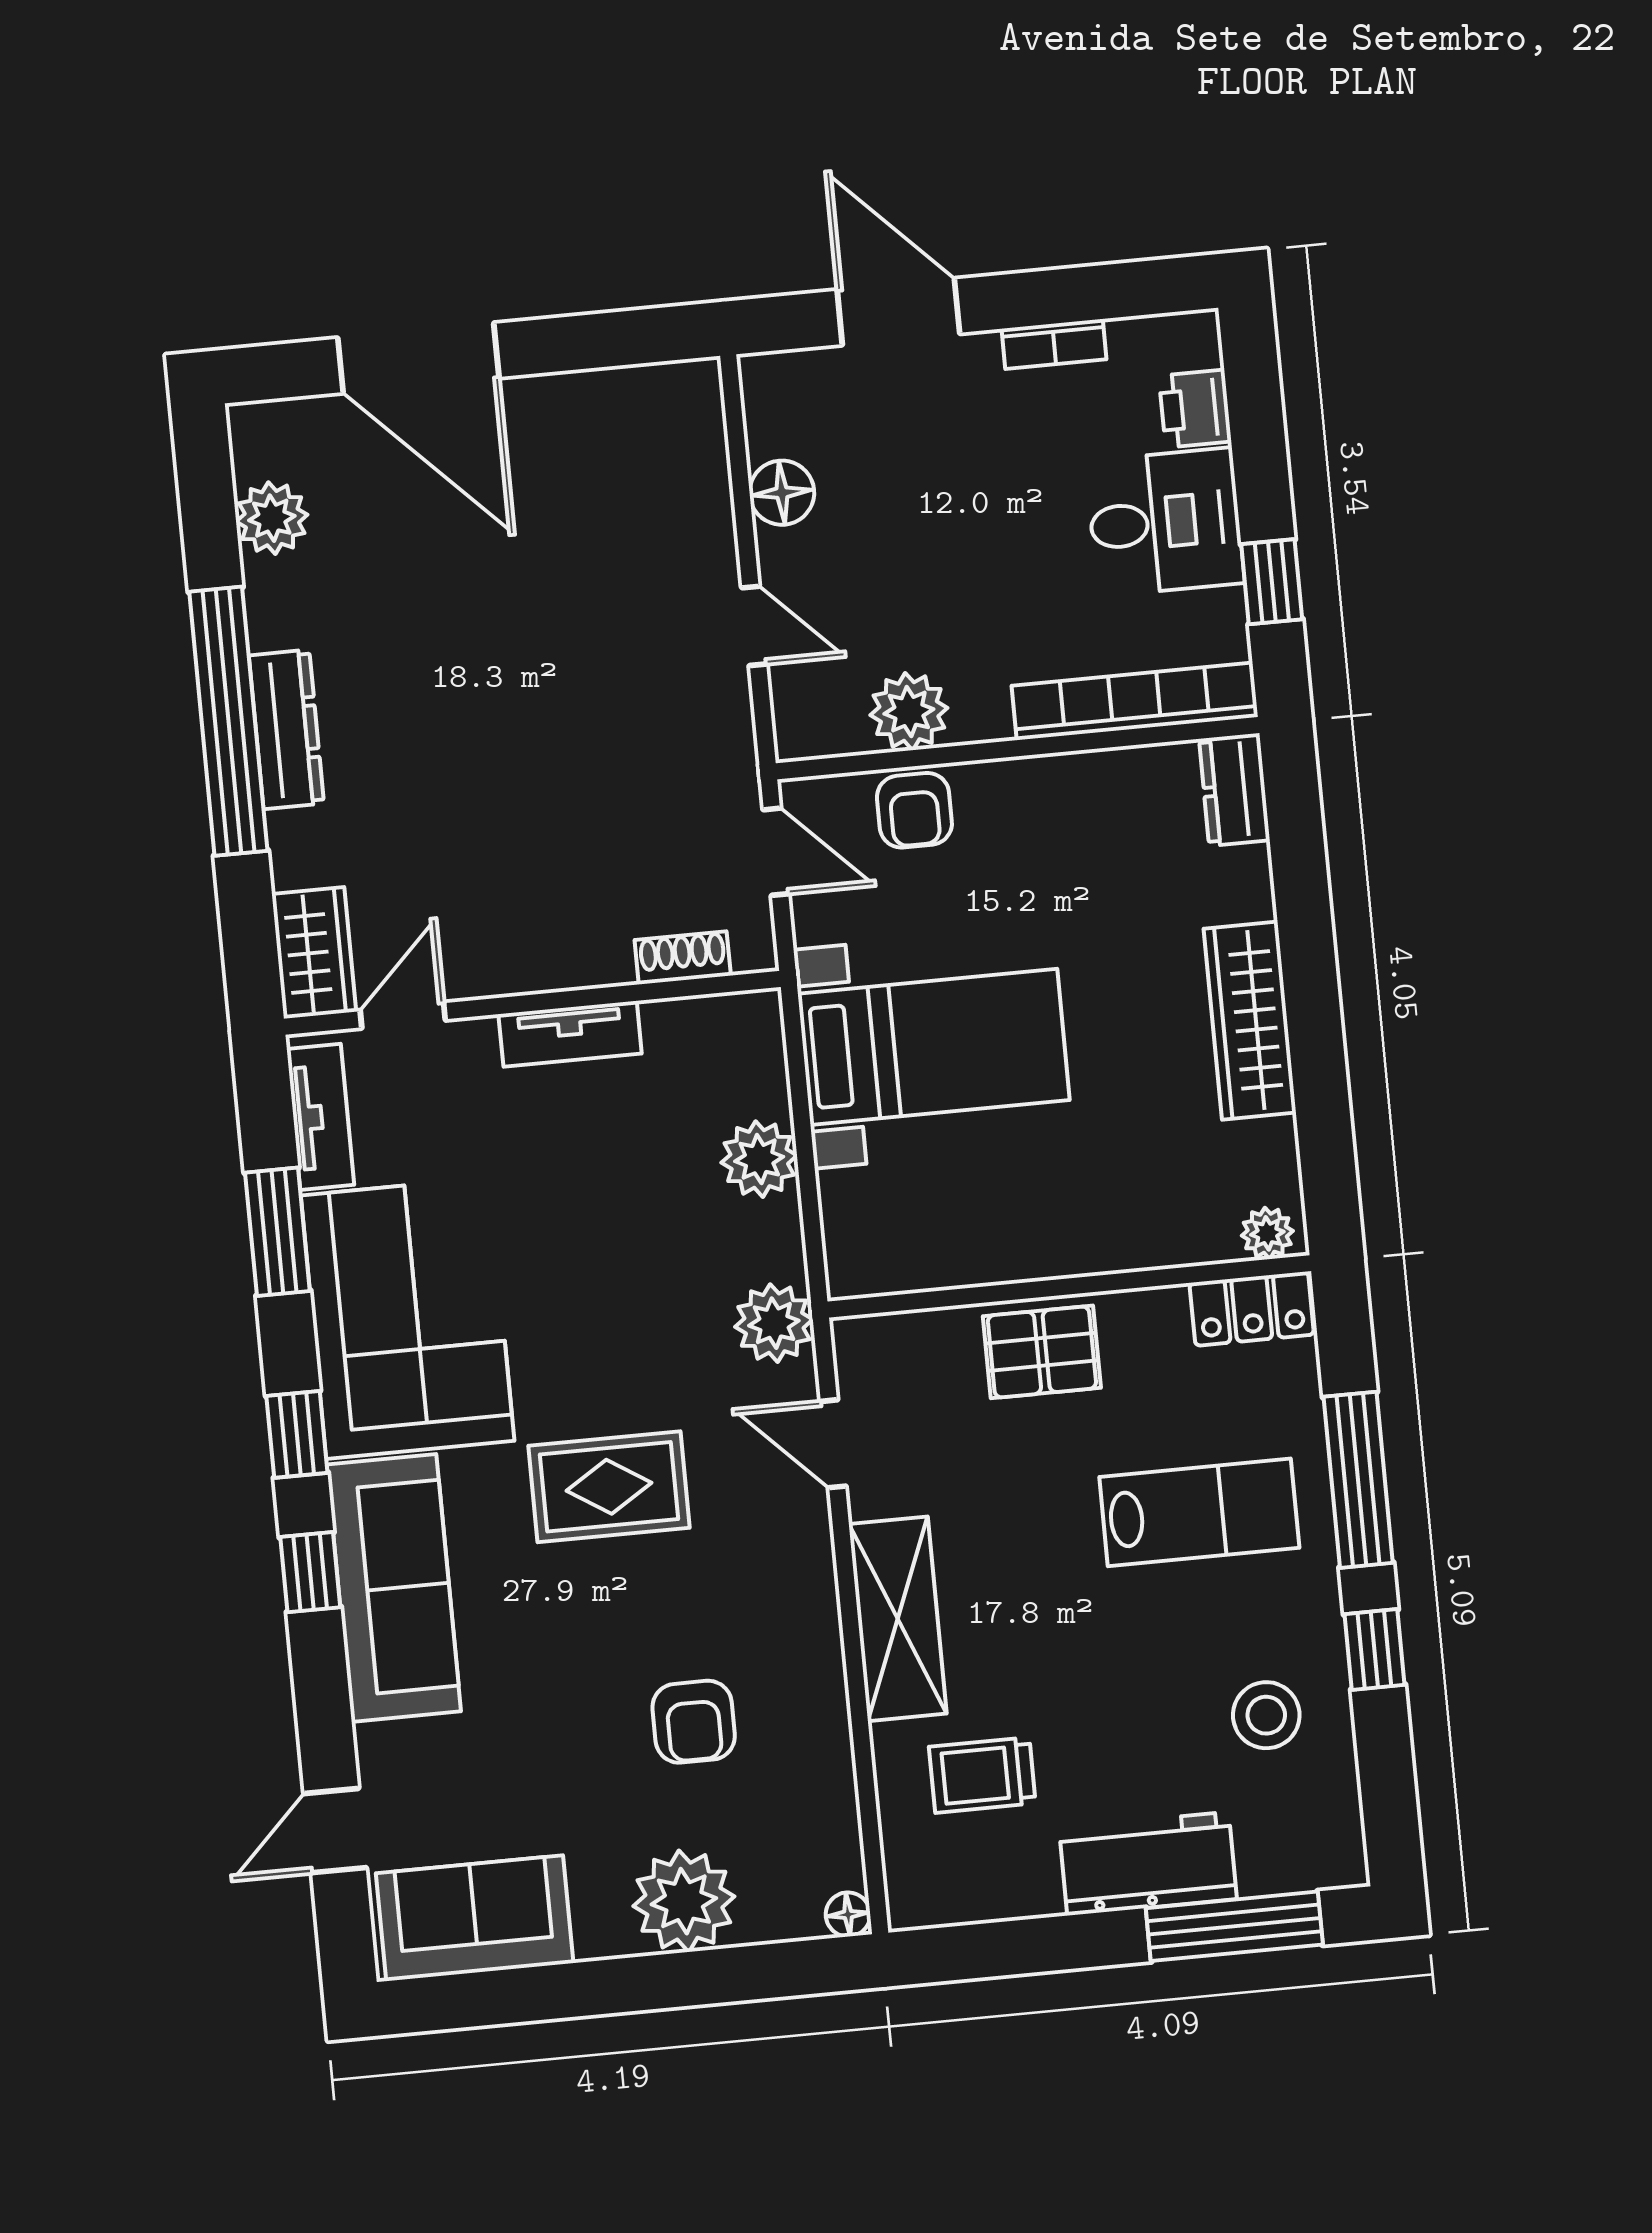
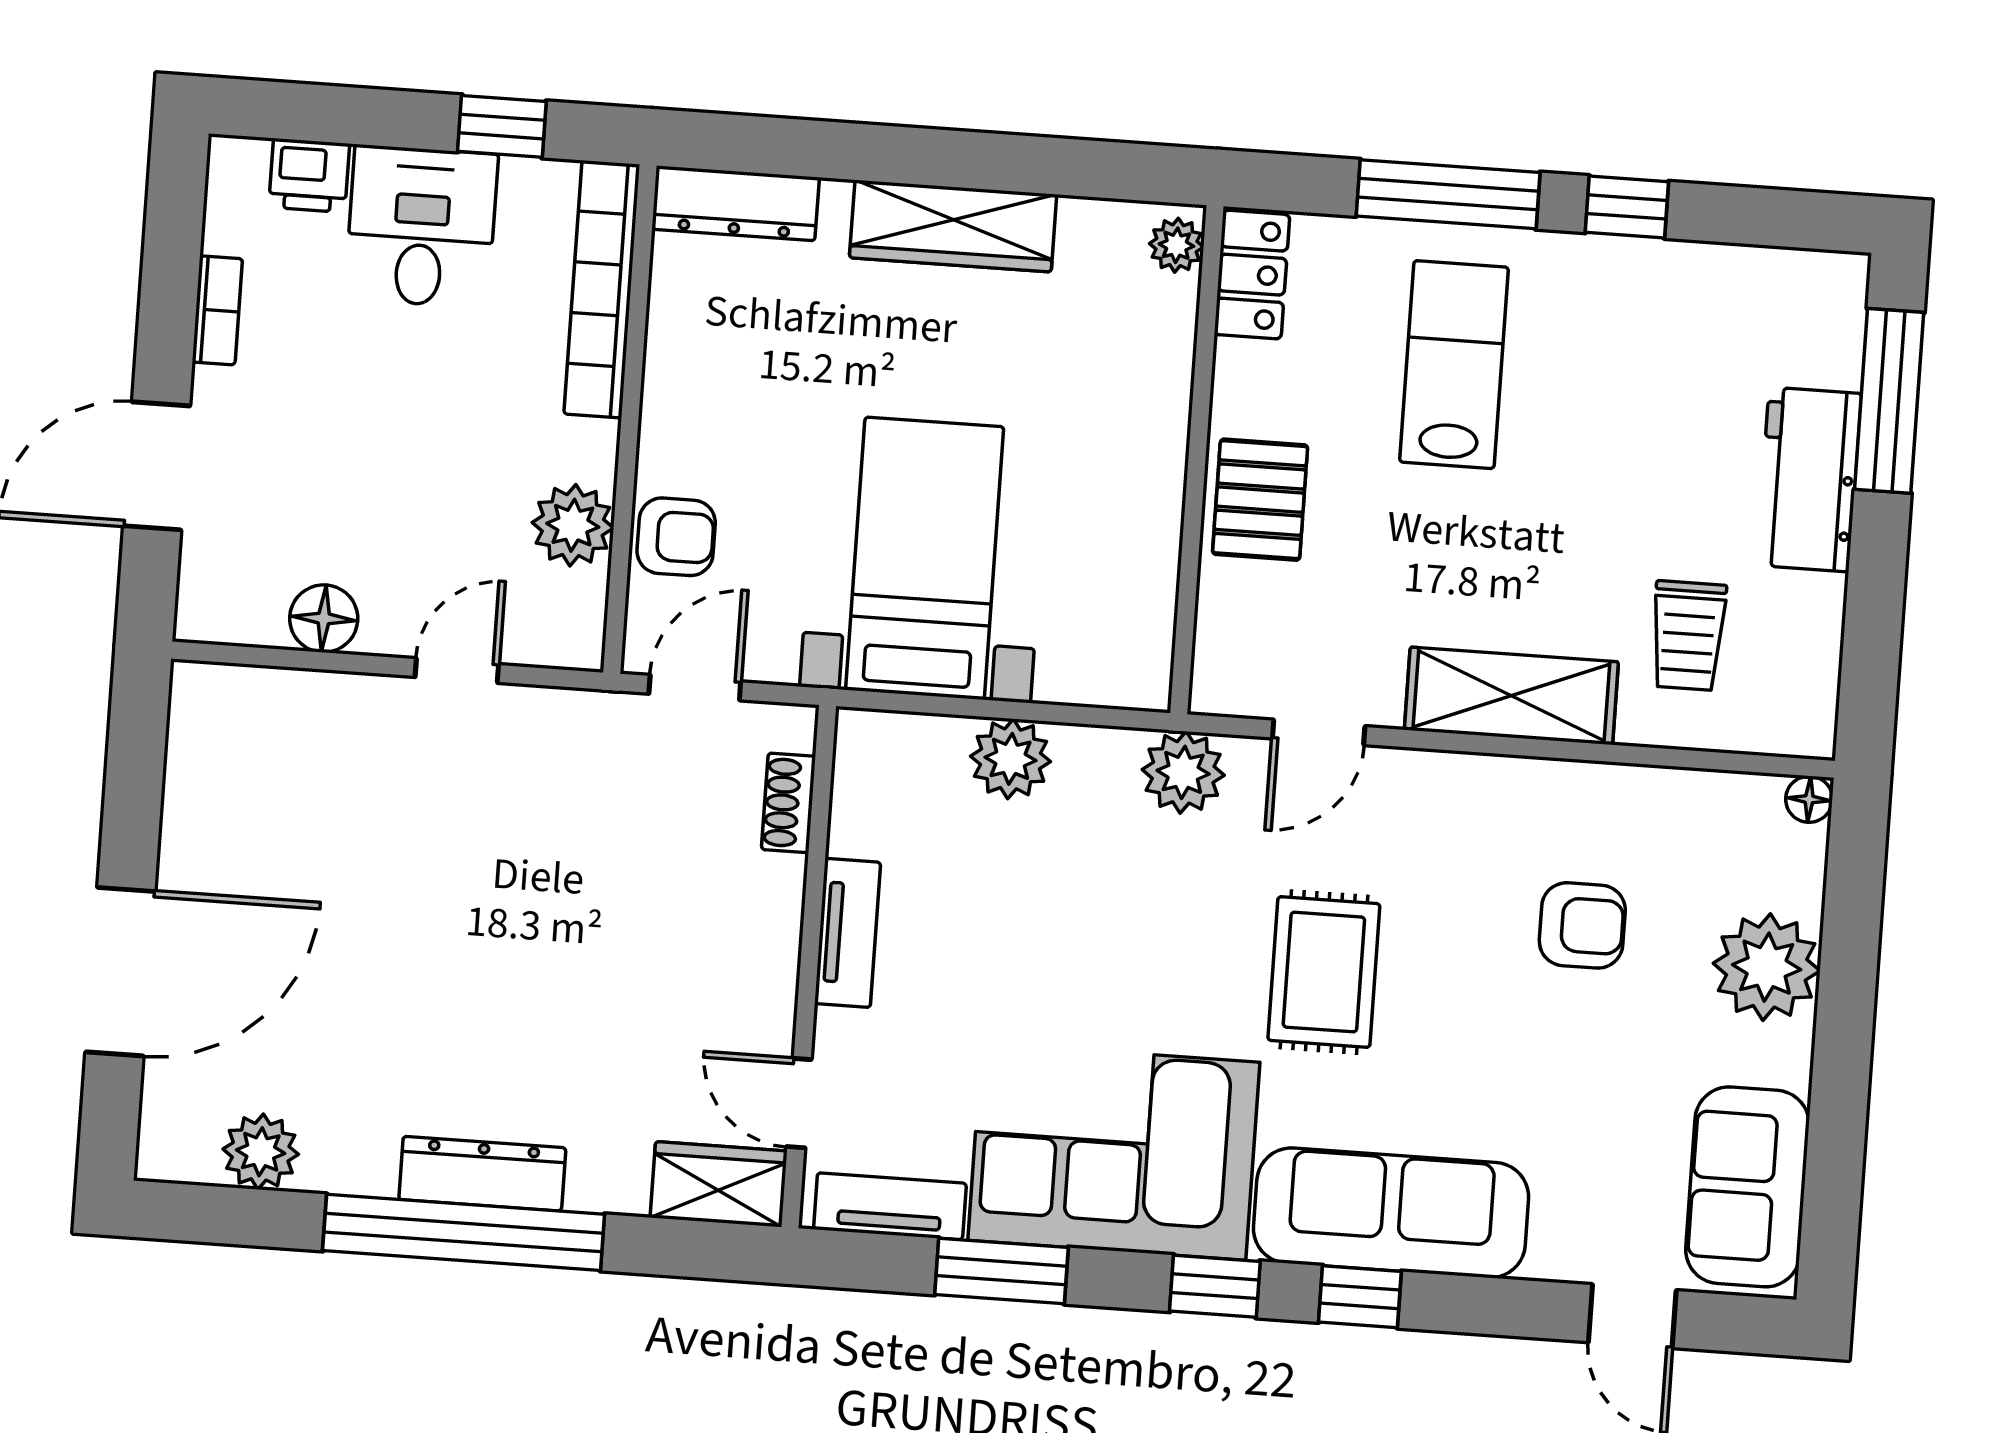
dresser: (1234, 790) -> (736, 203), width x1.44
stool: (1266, 1715) -> (1676, 331), removed

